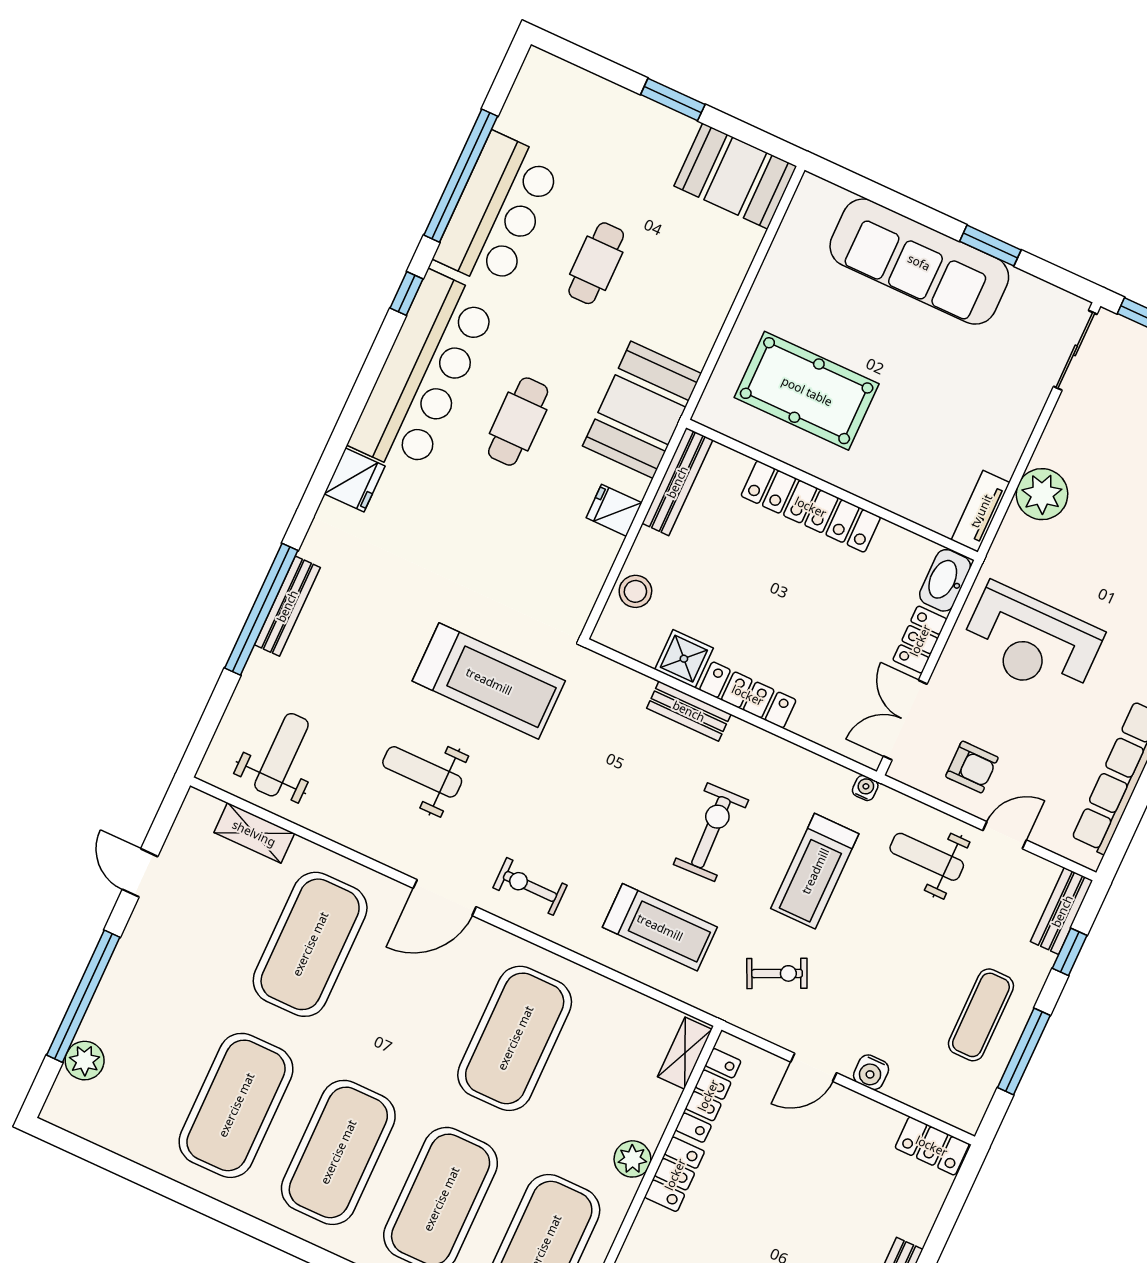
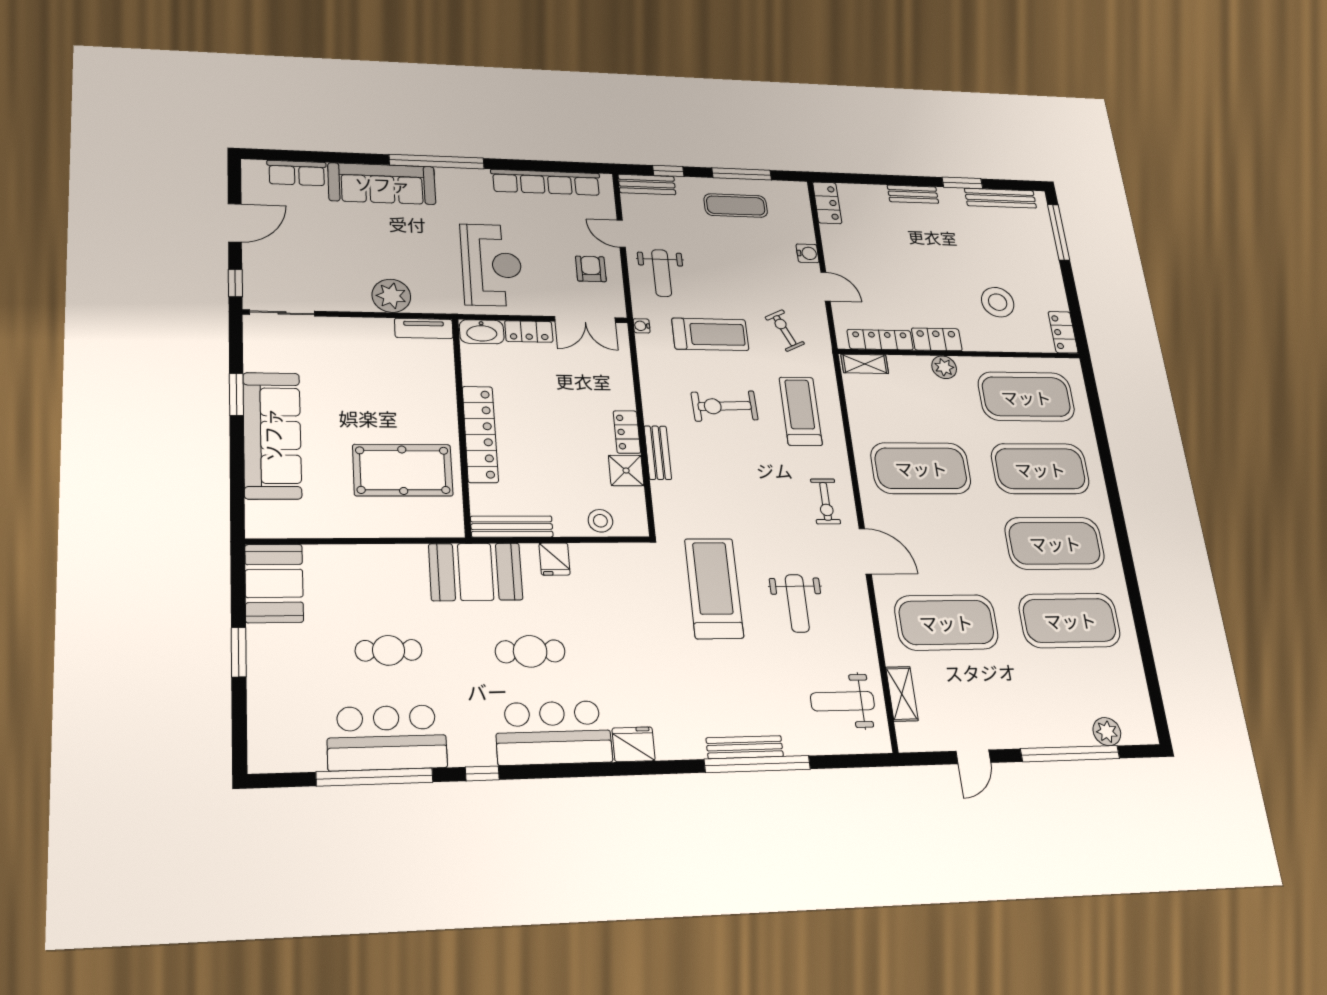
bar counter: (423, 373) -> (553, 733), width x0.73
pool table: (807, 391) -> (403, 470), turned 90
locker: (748, 695) -> (627, 432), width x0.66

